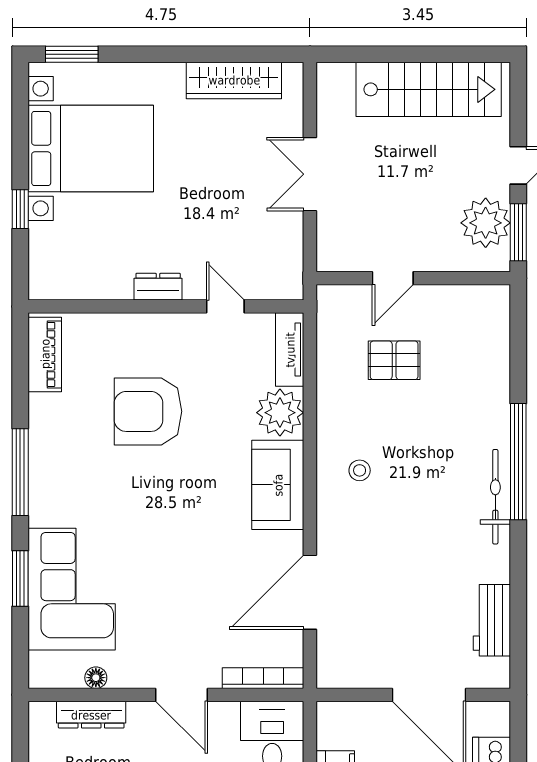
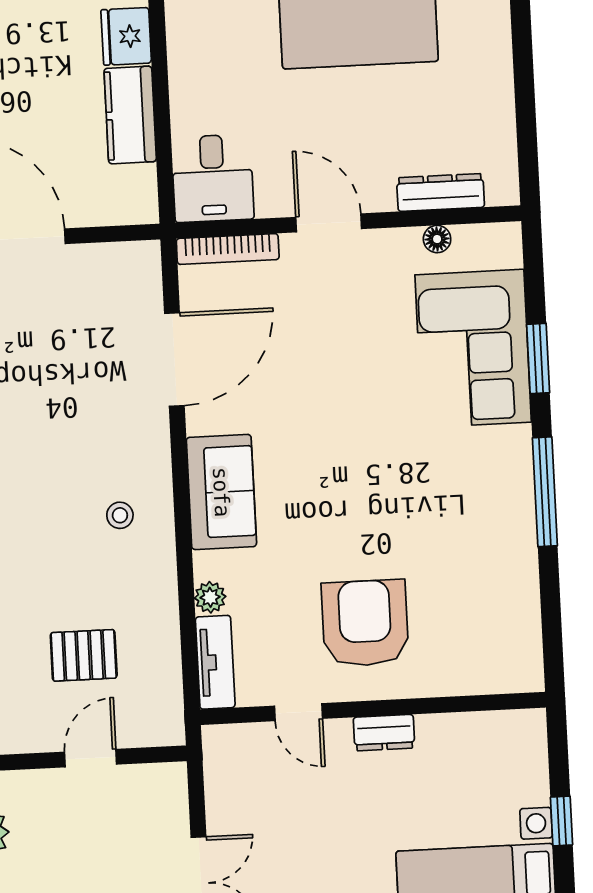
piano: (45, 354) -> (522, 641), removed
armchair: (148, 411) -> (365, 623), moved, turned -90
plant: (280, 413) -> (210, 597), width x0.53, depth x0.53

